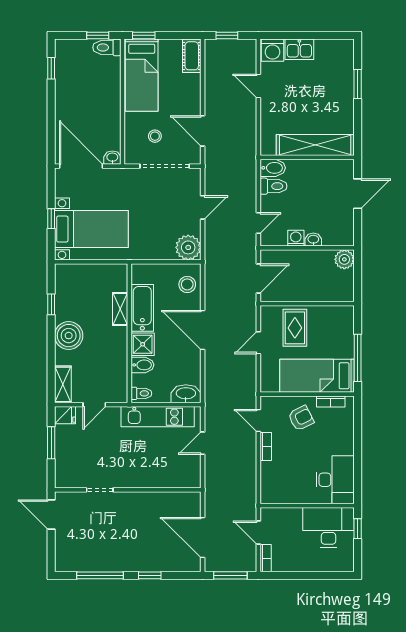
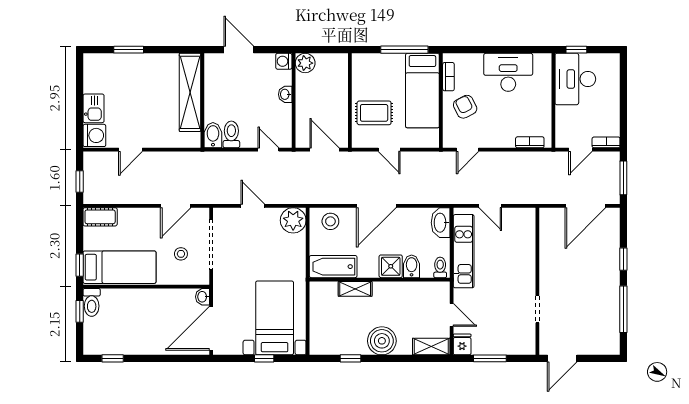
washing machine: (296, 238) -> (284, 61), moved
bathtub: (142, 308) -> (333, 267), moved
bookcase: (266, 446) -> (530, 142), moved
desk: (335, 480) -> (508, 72), moved

